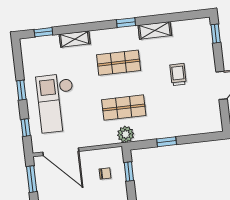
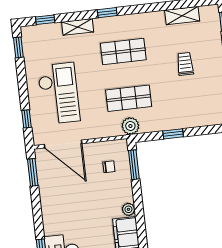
window: (126, 23) -> (107, 13), moved
shelving: (155, 30) -> (182, 16), moved
window: (21, 90) -> (18, 47), moved
checkout: (56, 103) -> (59, 93), turned 180
window: (129, 172) -> (134, 165), width x1.50

